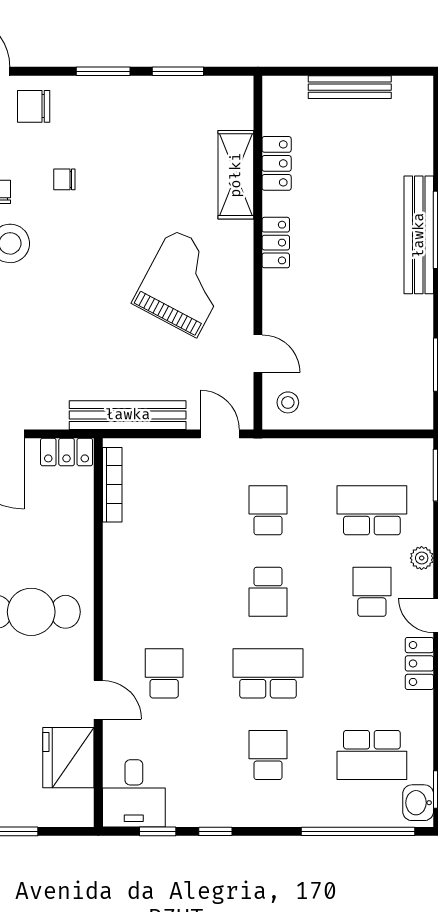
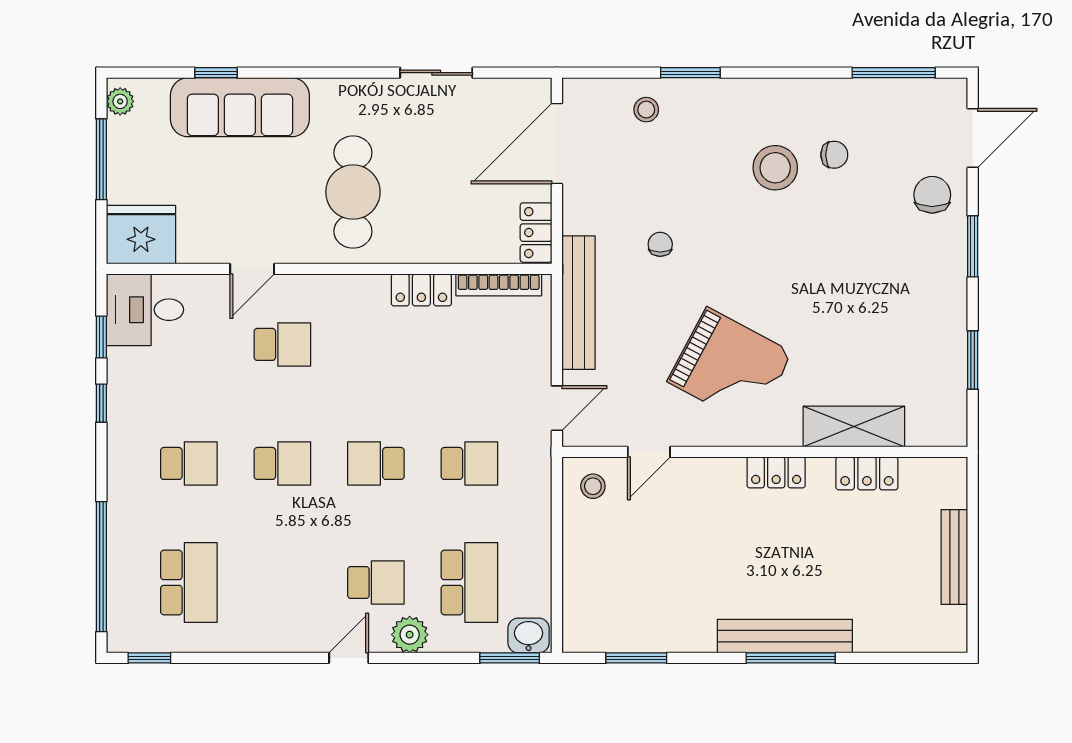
window: (103, 71) -> (973, 246), moved
chair: (64, 179) -> (660, 244), moved
plant: (422, 558) -> (410, 635), width x1.38, depth x1.38
locker: (419, 663) -> (421, 290), moved, turned 180
school desk: (268, 673) -> (282, 463), width x0.54
school desk: (372, 755) -> (189, 583), turned 180
fridge: (68, 758) -> (141, 235), moved
washbasin: (418, 803) -> (529, 636), moved

